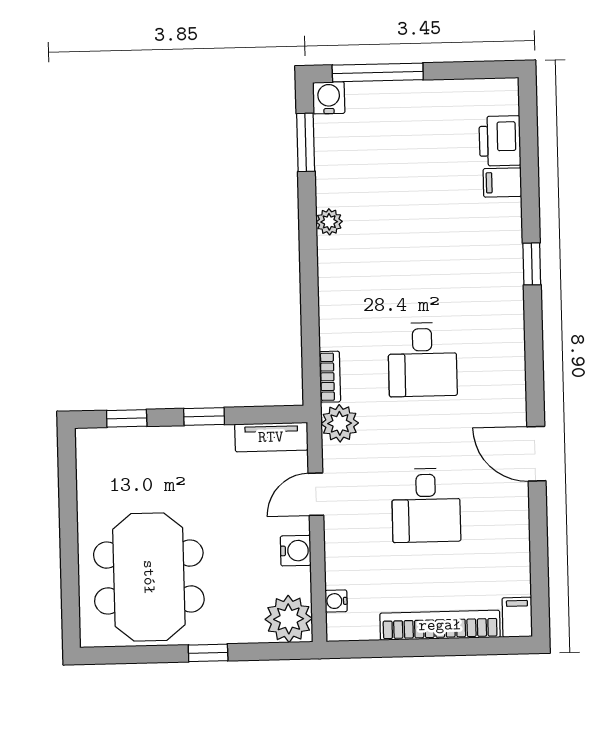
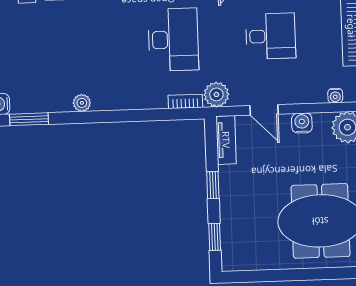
desk: (423, 359) -> (173, 40), width x1.37

